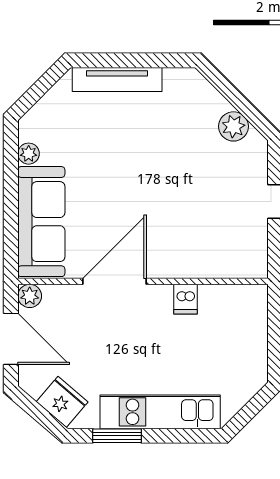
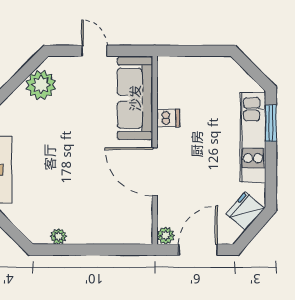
plant: (233, 126) -> (41, 85), width x1.36, depth x1.36
sofa: (41, 222) -> (135, 98), moved, turned -90
window: (117, 436) -> (271, 123), moved

